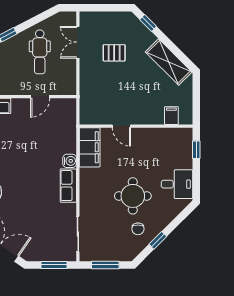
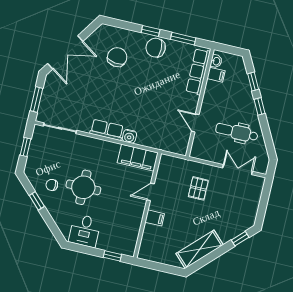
pallet: (114, 53) -> (198, 188), moved
filing cabinet: (171, 116) -> (155, 218), moved
window: (105, 265) -> (25, 147), width x0.67

